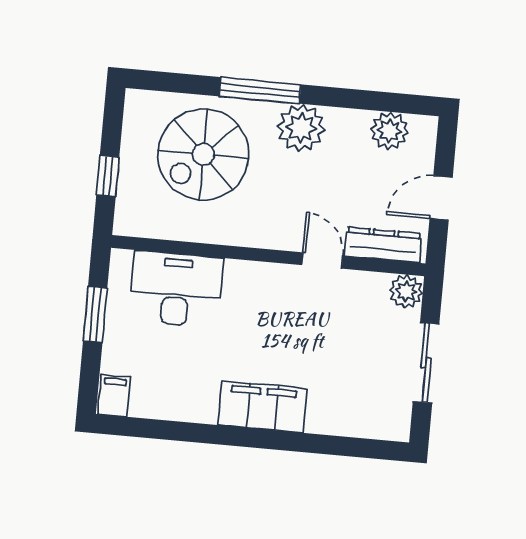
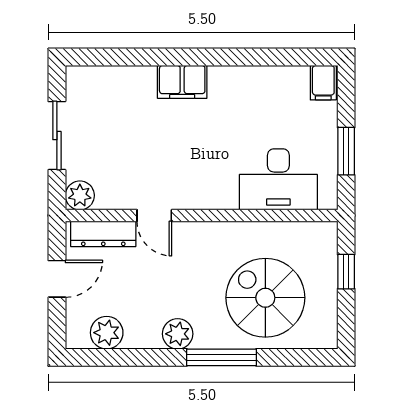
plant: (301, 128) -> (178, 334), width x0.73, depth x0.73
spiral stairs: (203, 154) -> (265, 298), turned -90
filing cabinet: (262, 407) -> (182, 82), width x0.67, depth x0.86

